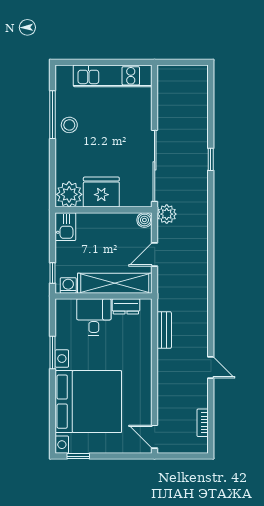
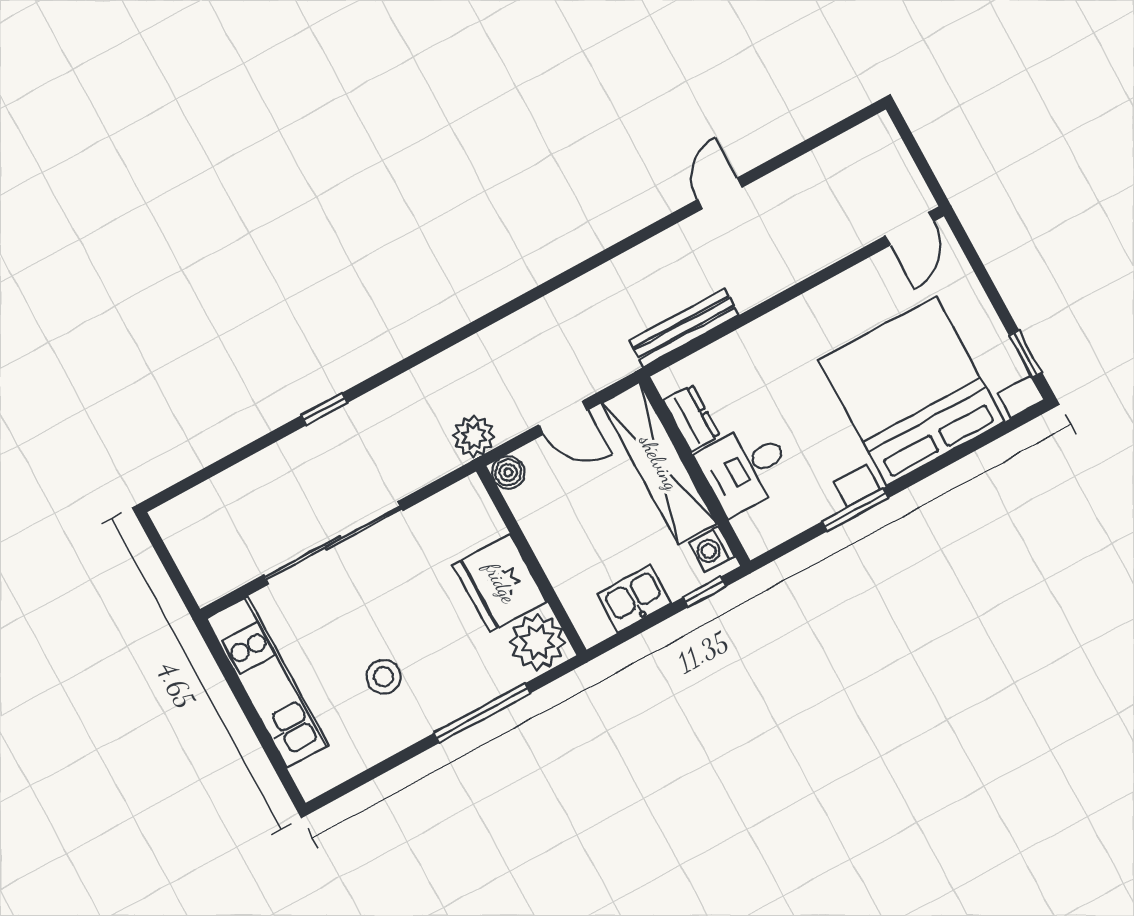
window: (53, 115) -> (482, 713), moved
stool: (69, 125) -> (384, 677), moved
sliding door: (155, 166) -> (333, 543), moved
kitchen sink: (65, 227) -> (634, 598), moved
bench: (164, 330) -> (684, 328), width x1.36
bookcase: (203, 423) -> (833, 152), removed

